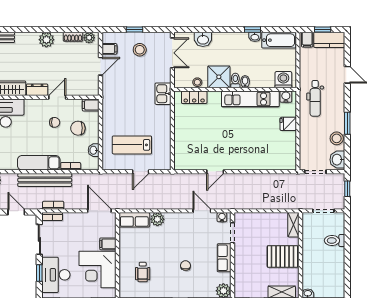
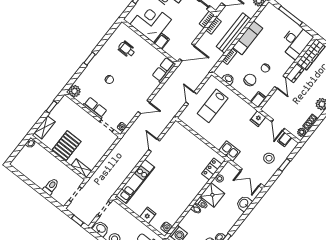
fridge: (110, 91) -> (258, 119), added
kitchen unit: (250, 99) -> (135, 181), moved, turned 180
lab bench: (132, 145) -> (213, 106), turned 180
door: (202, 211) -> (144, 107), moved
plant: (157, 219) -> (153, 85), removed

